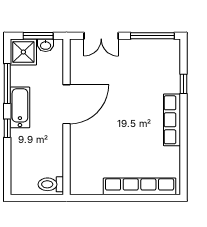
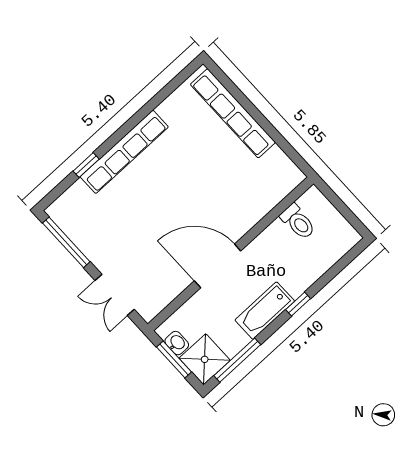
double door: (101, 36) -> (115, 295), swing flipped
window: (7, 83) -> (237, 360), moved
row of seats: (172, 120) -> (124, 152), width x1.36
toilet: (51, 184) -> (298, 222), moved

